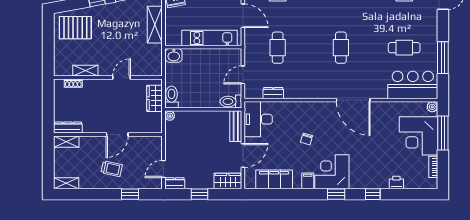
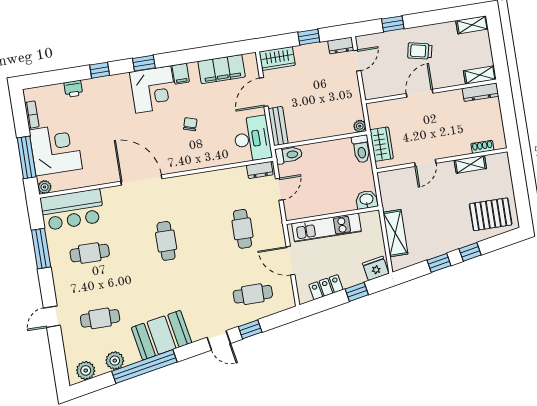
dresser: (273, 93) -> (260, 170), moved

